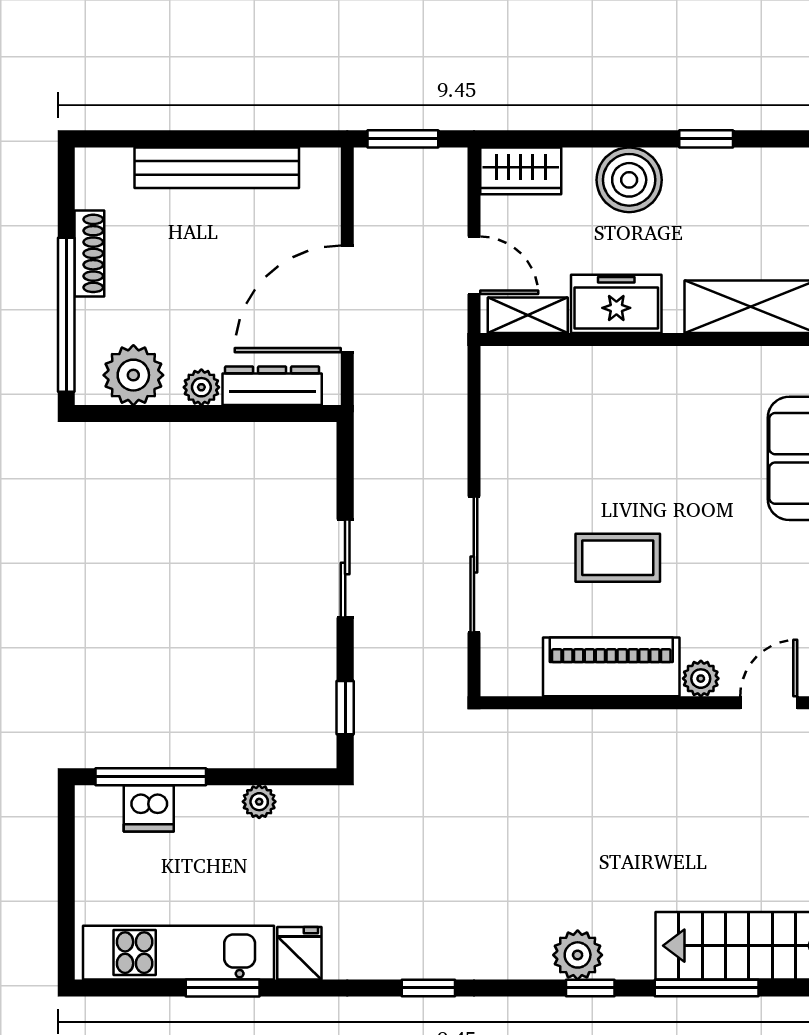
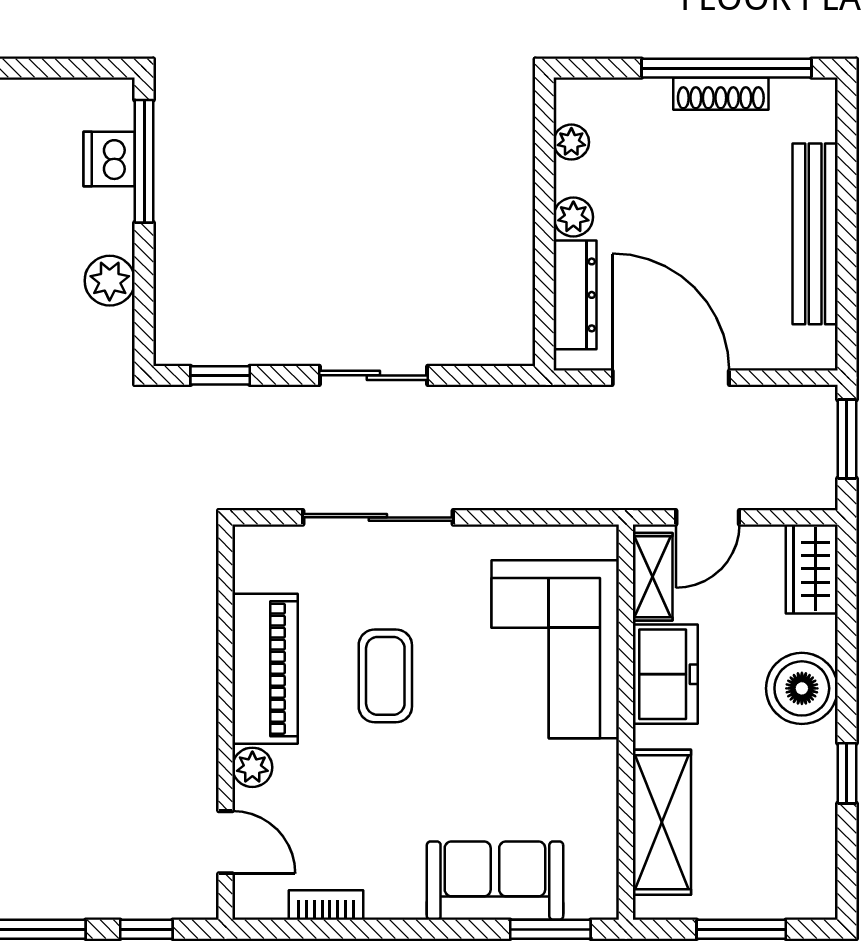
window: (66, 315) -> (727, 68), moved
plant: (133, 375) -> (571, 142), width x0.53, depth x0.53
corner sofa: (594, 404) -> (555, 649), added
plant: (259, 802) -> (110, 281), width x1.38, depth x1.38

